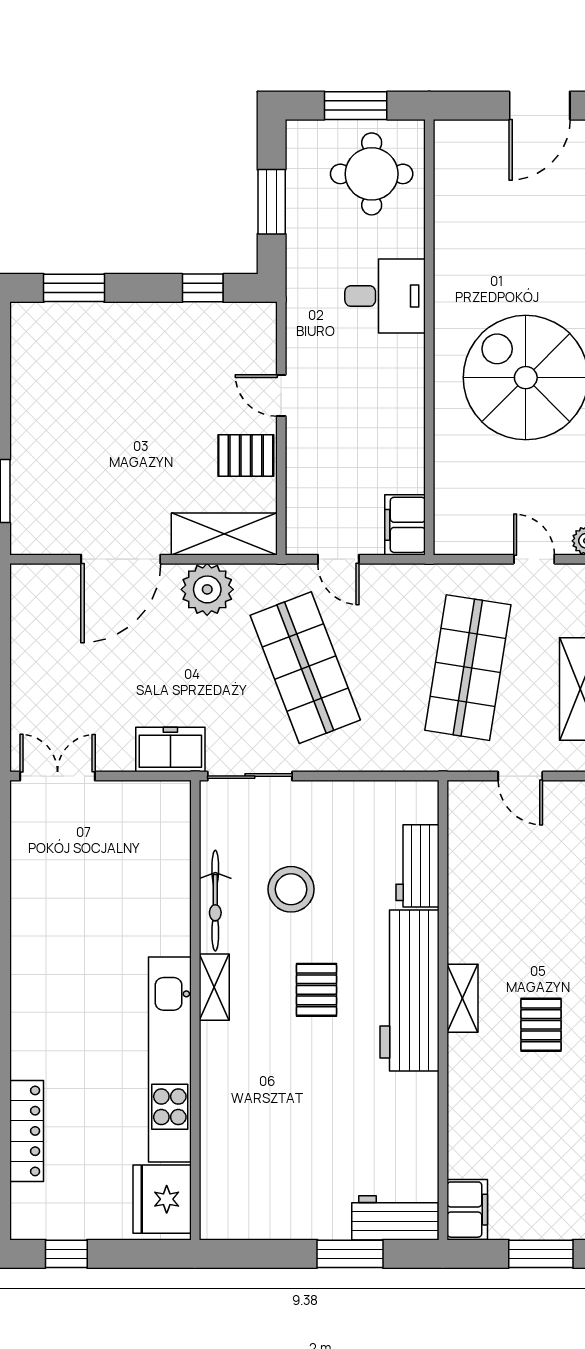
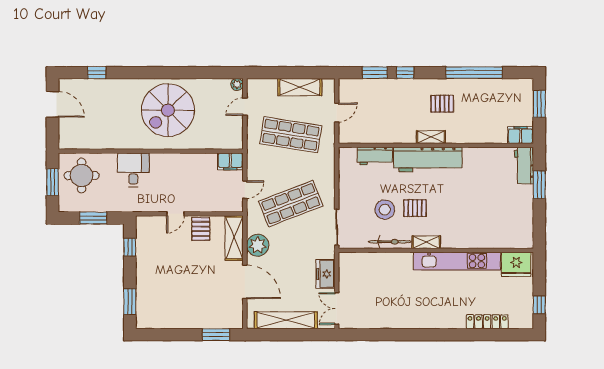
shelving: (30, 656) -> (286, 320), added
freezer: (170, 749) -> (325, 274), moved
pallet: (316, 990) -> (415, 208), moved

